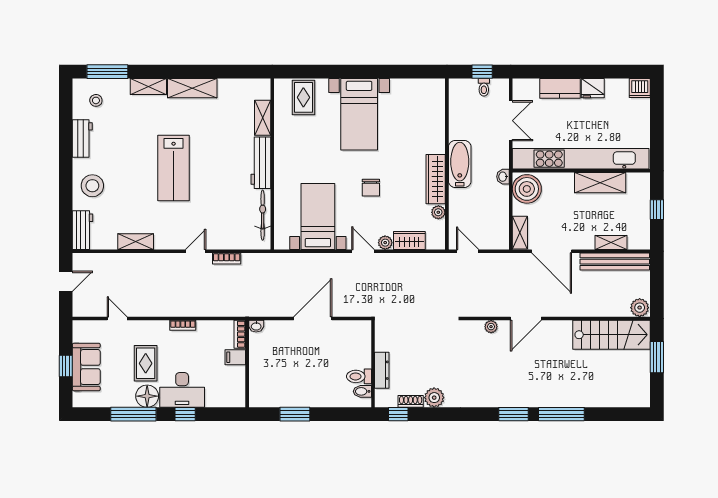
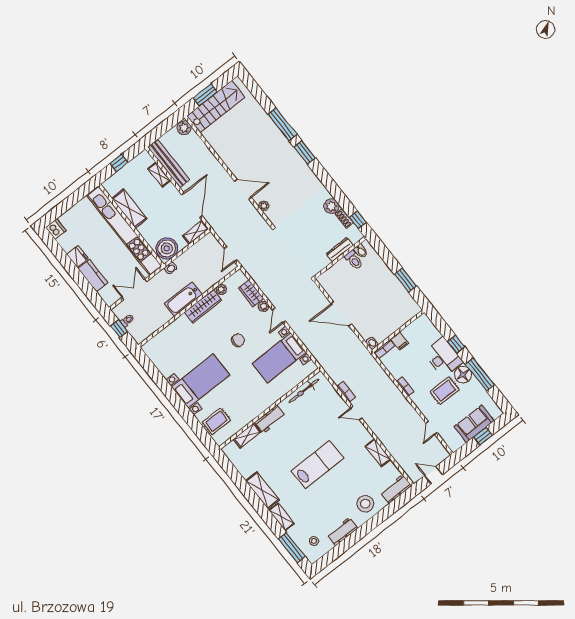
workbench: (261, 163) -> (270, 419), width x0.73
stairs: (612, 335) -> (216, 107), moved, turned 90

